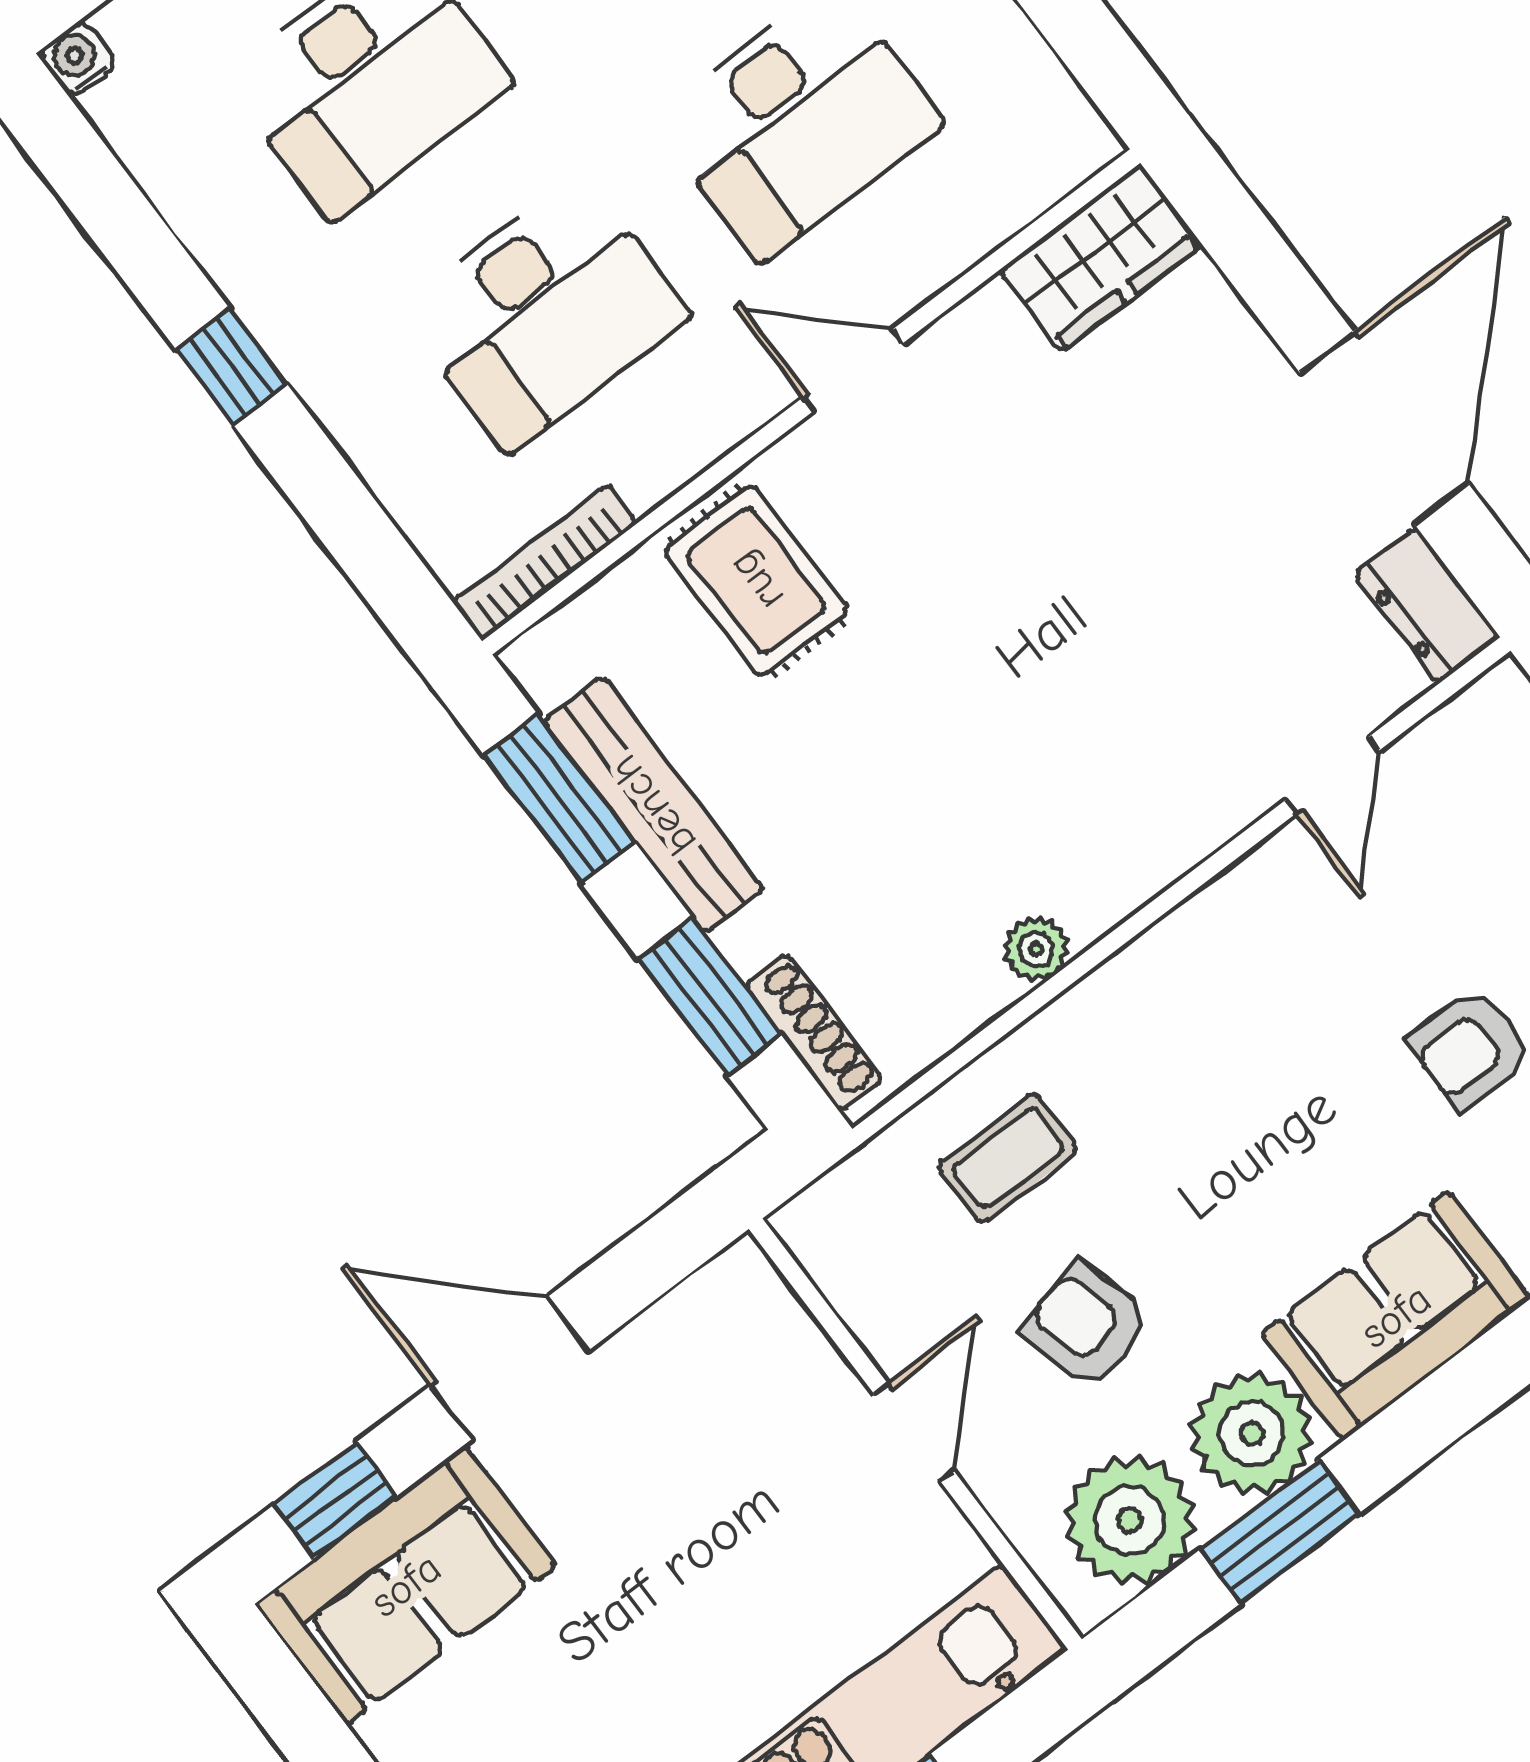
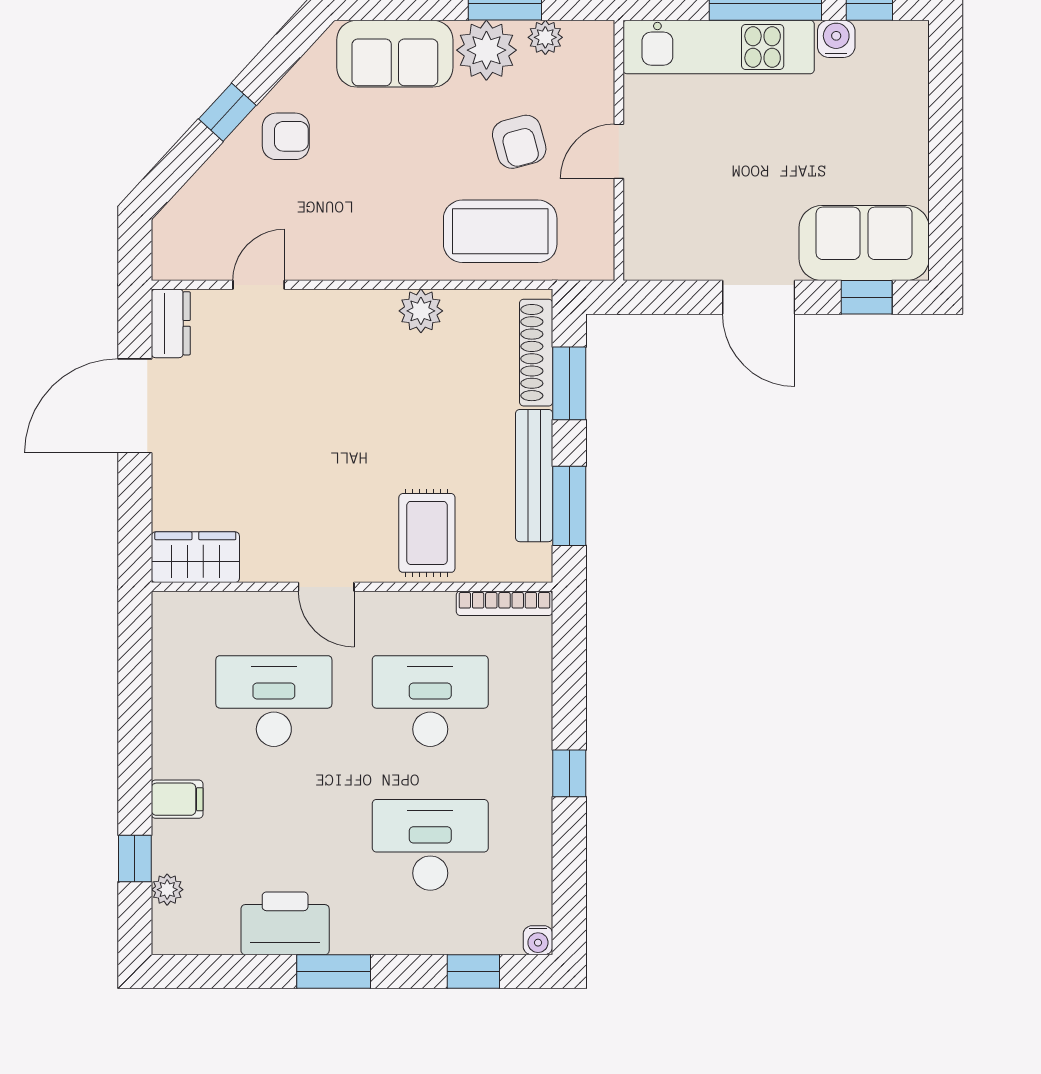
plant: (1036, 949) -> (421, 311), width x1.38, depth x1.38
shoe rack: (813, 1033) -> (536, 353), width x1.36, depth x1.24
coffee table: (1008, 1158) -> (500, 231), width x1.86, depth x1.72
plant: (1130, 1520) -> (545, 37), width x0.53, depth x0.53

